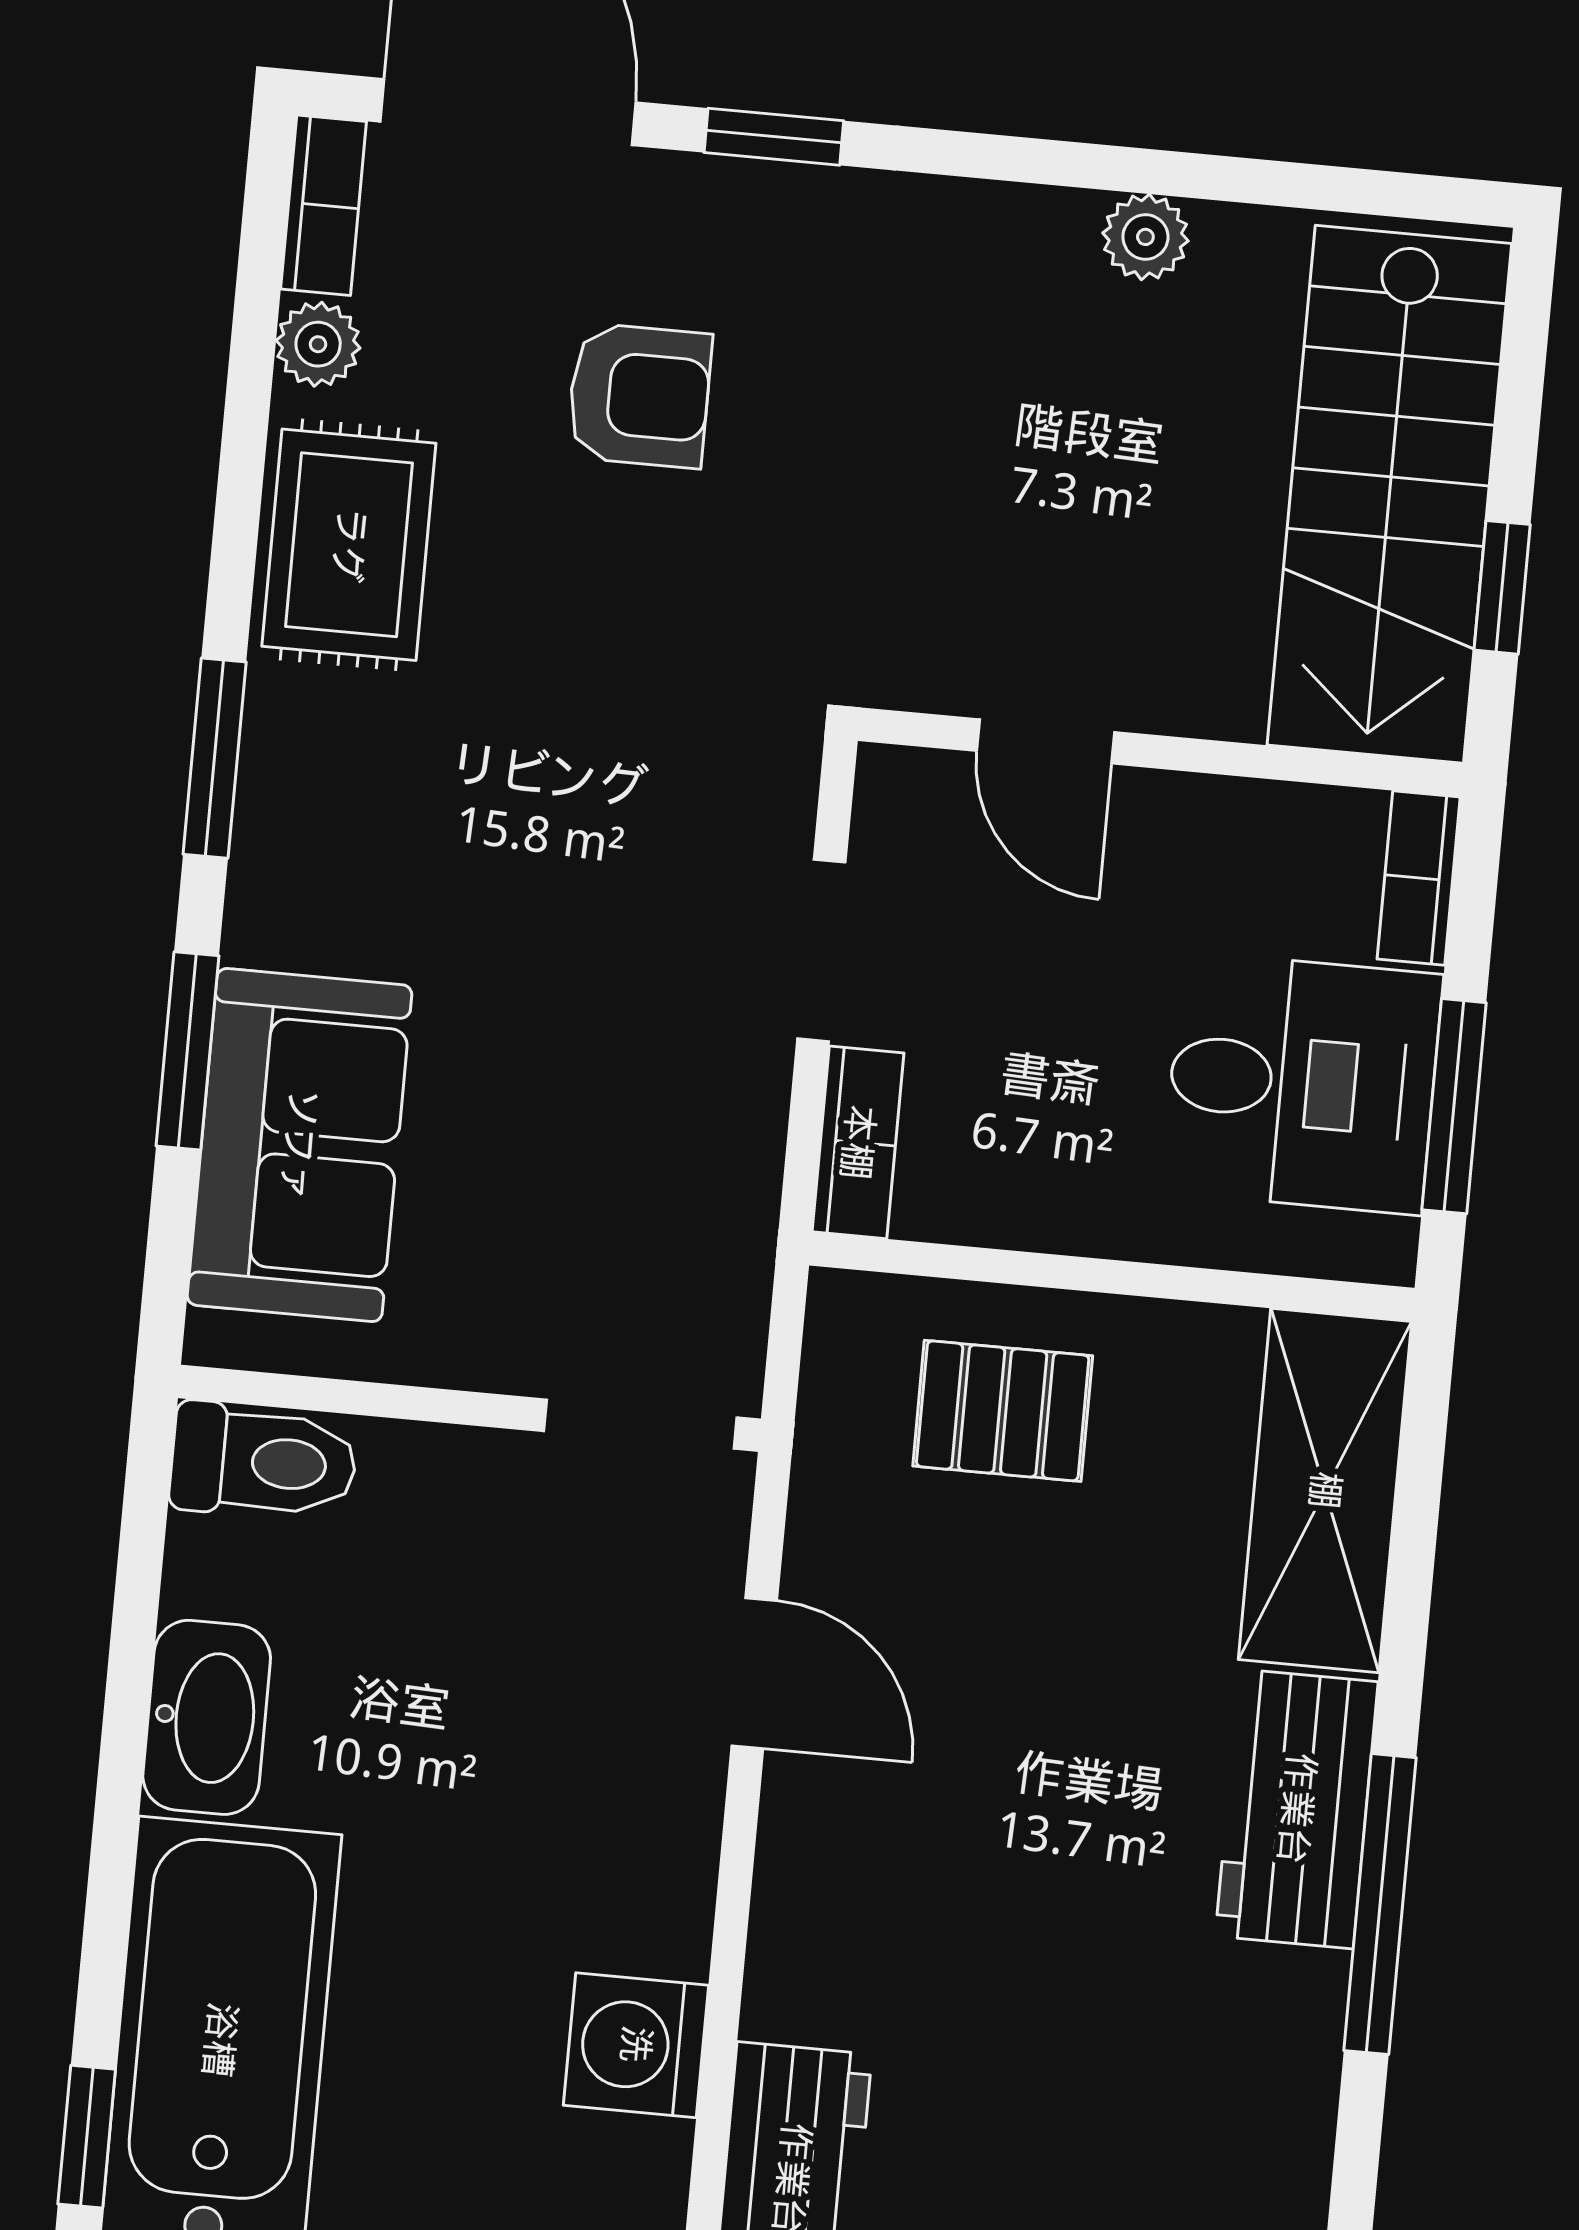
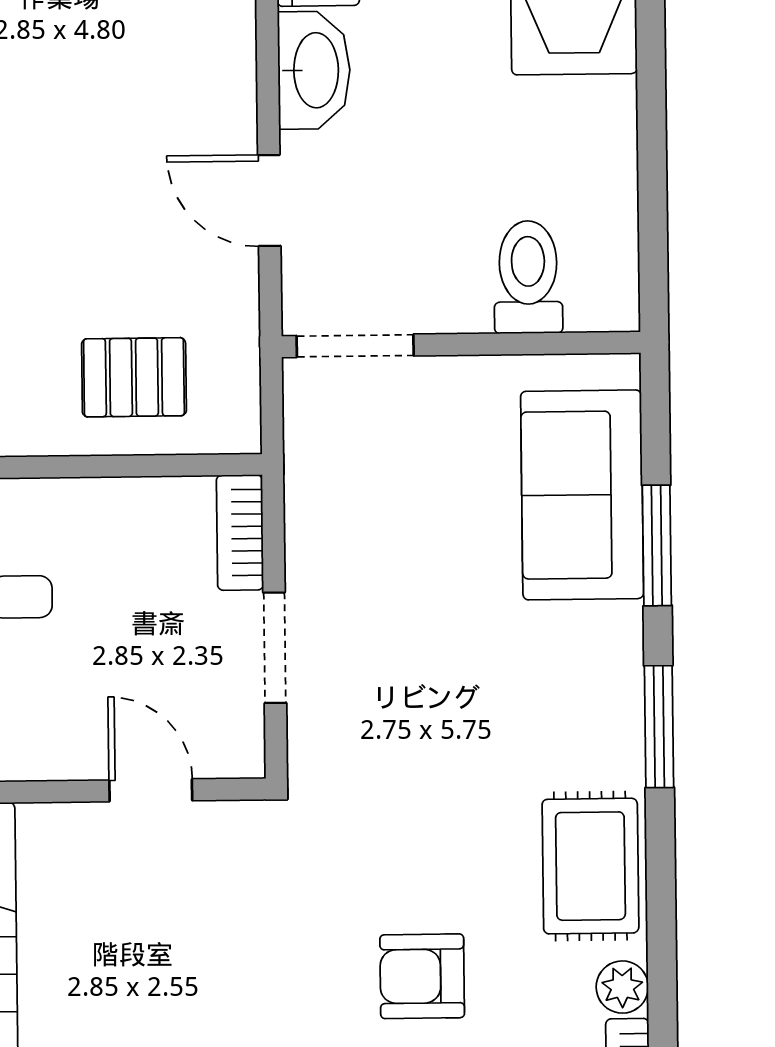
toilet: (263, 1462) -> (528, 277), moved, turned 90
washbasin: (207, 1717) -> (314, 70), moved, turned 180

